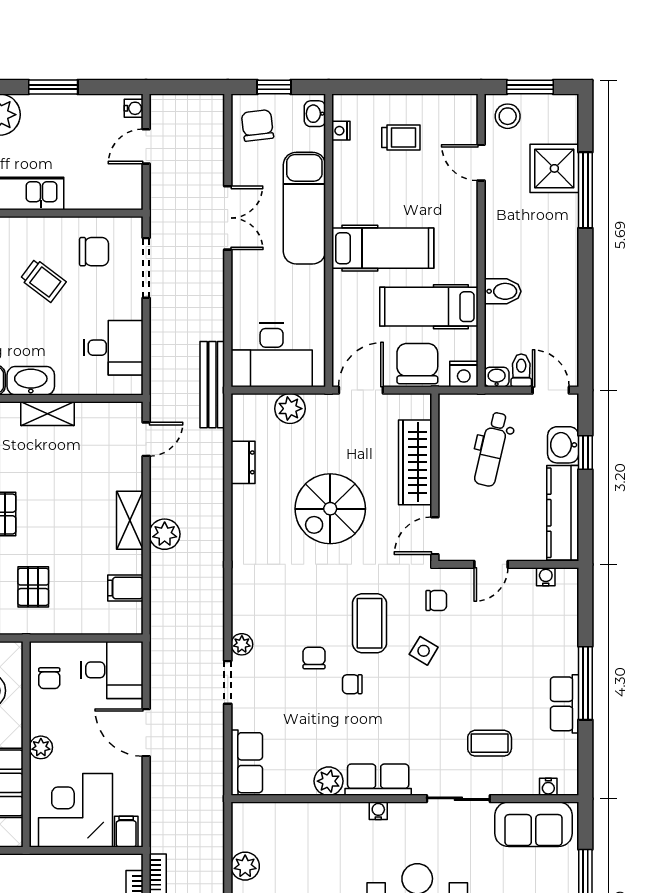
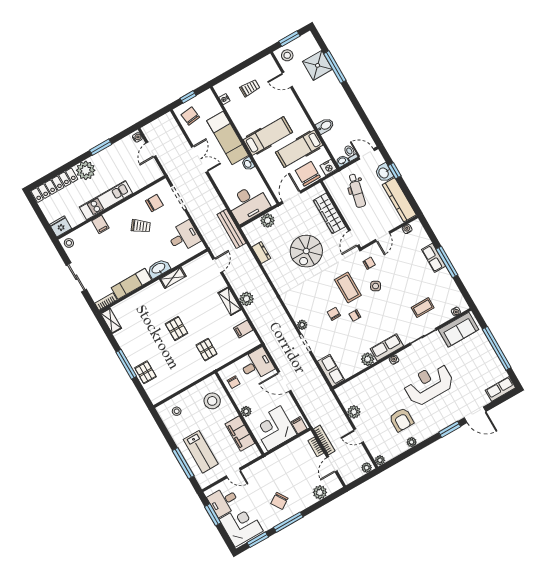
washbasin: (315, 114) -> (248, 164), moved
row of seats: (565, 704) -> (434, 258), moved

